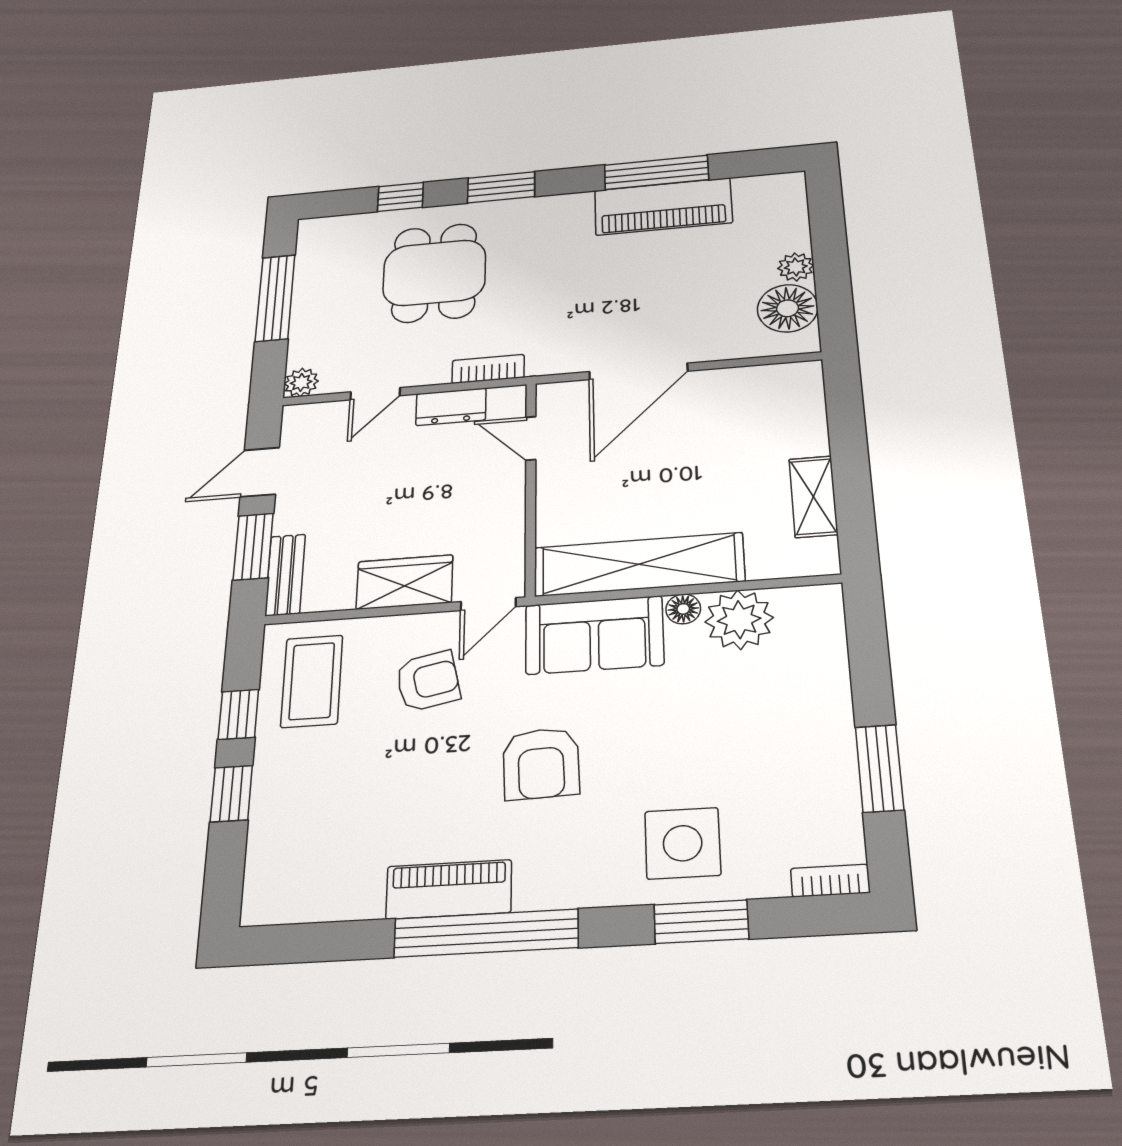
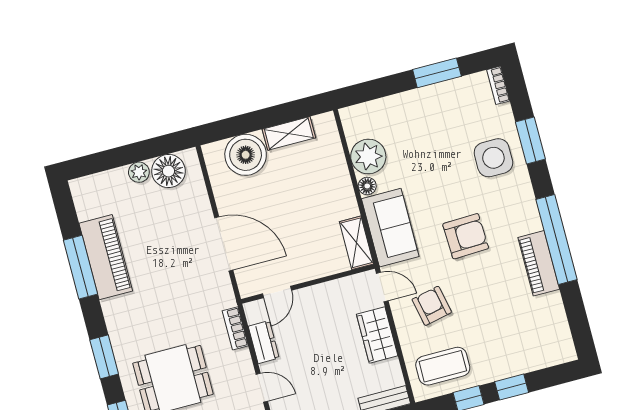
boiler: (789, 424) -> (246, 155), added
shelving: (639, 564) -> (356, 243), width x0.45, depth x0.75

